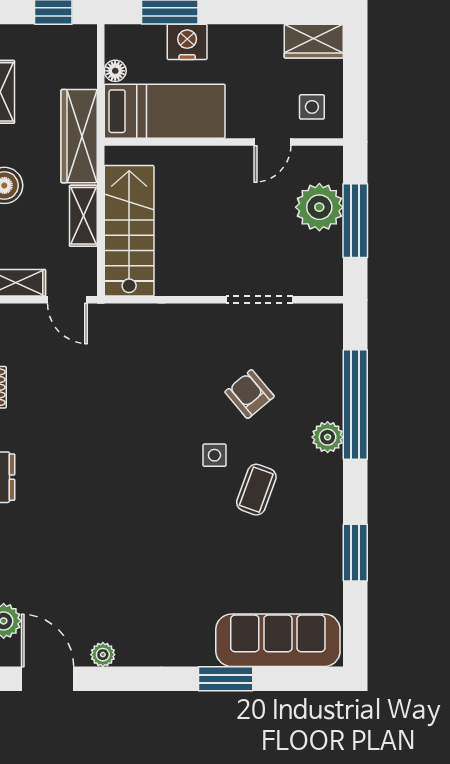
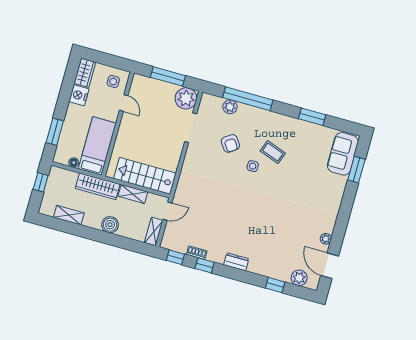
nightstand: (187, 42) -> (79, 95), moved
plant: (319, 207) -> (186, 98), moved
armchair: (250, 394) -> (230, 143), turned -85
plant: (328, 437) -> (230, 107), moved
sofa: (278, 640) -> (343, 154), width x0.73
door: (48, 679) -> (330, 266), hinge flipped
window: (226, 679) -> (356, 170), moved

